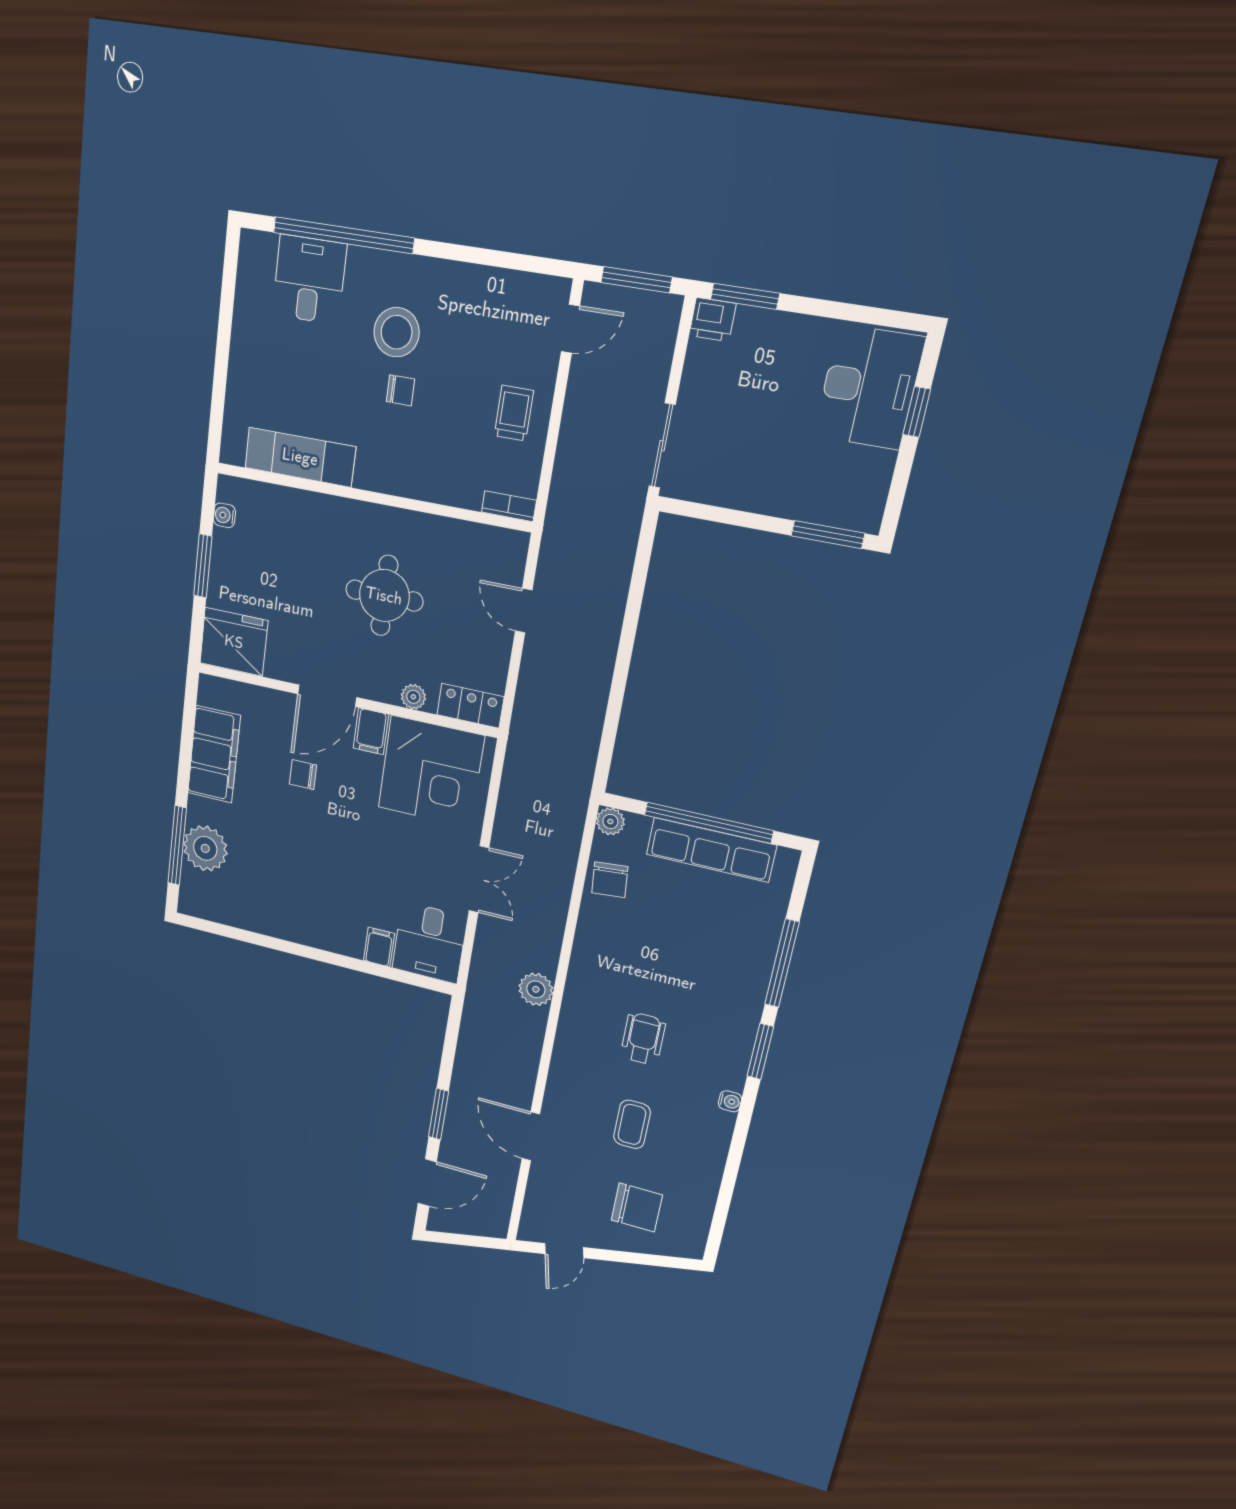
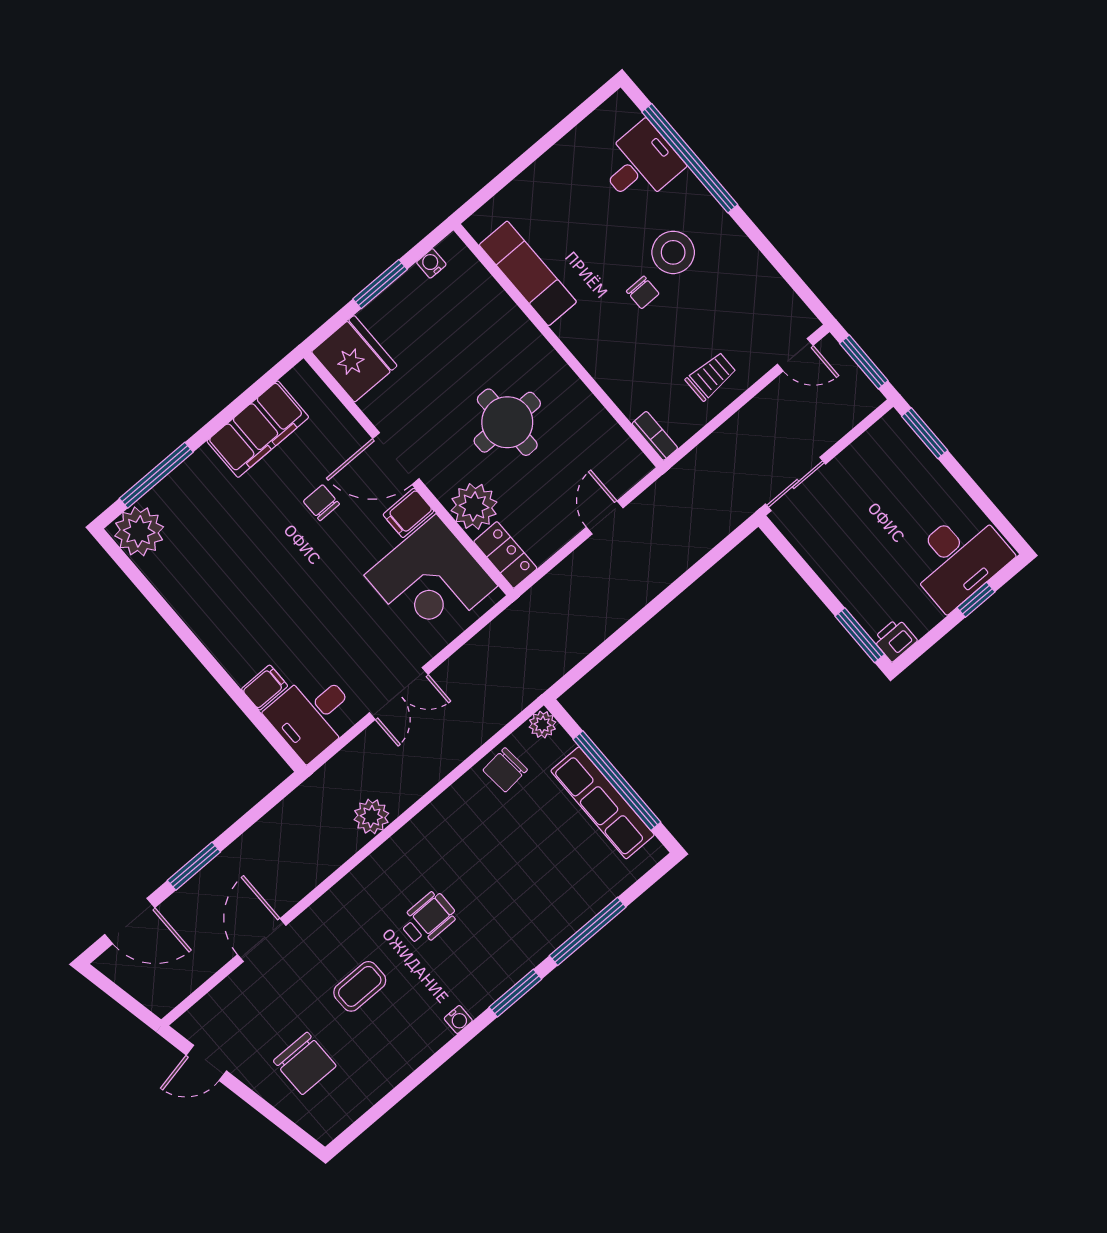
printer: (712, 320) -> (895, 640), moved, turned 90
plant: (413, 697) -> (474, 506), width x1.87, depth x1.87
plant: (205, 848) -> (139, 531), moved

